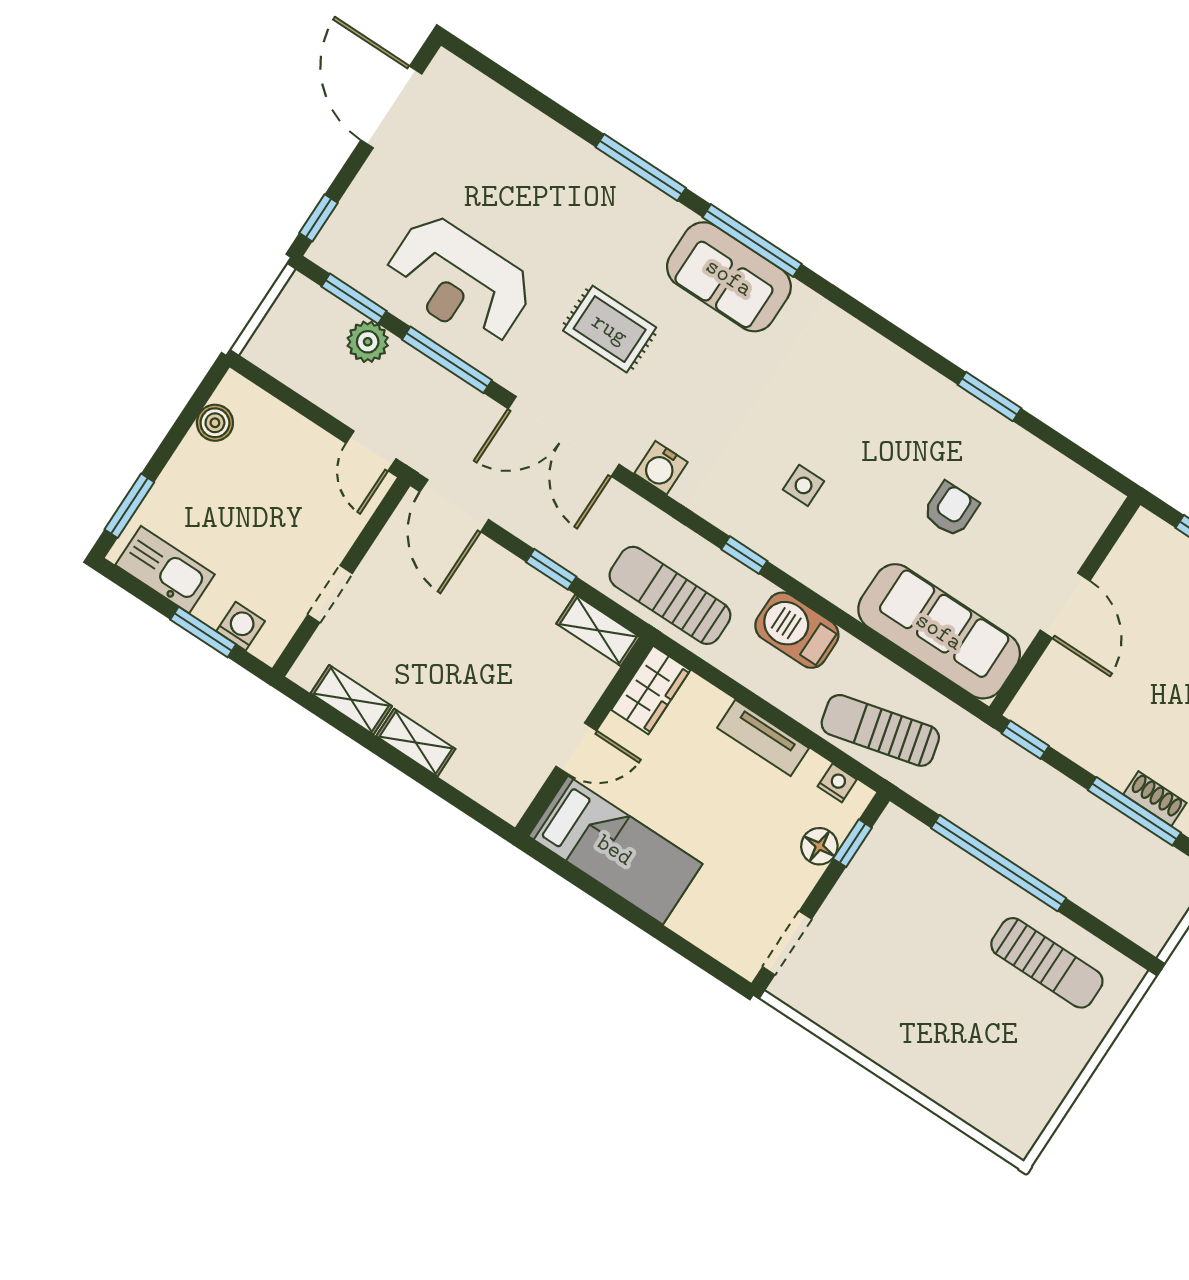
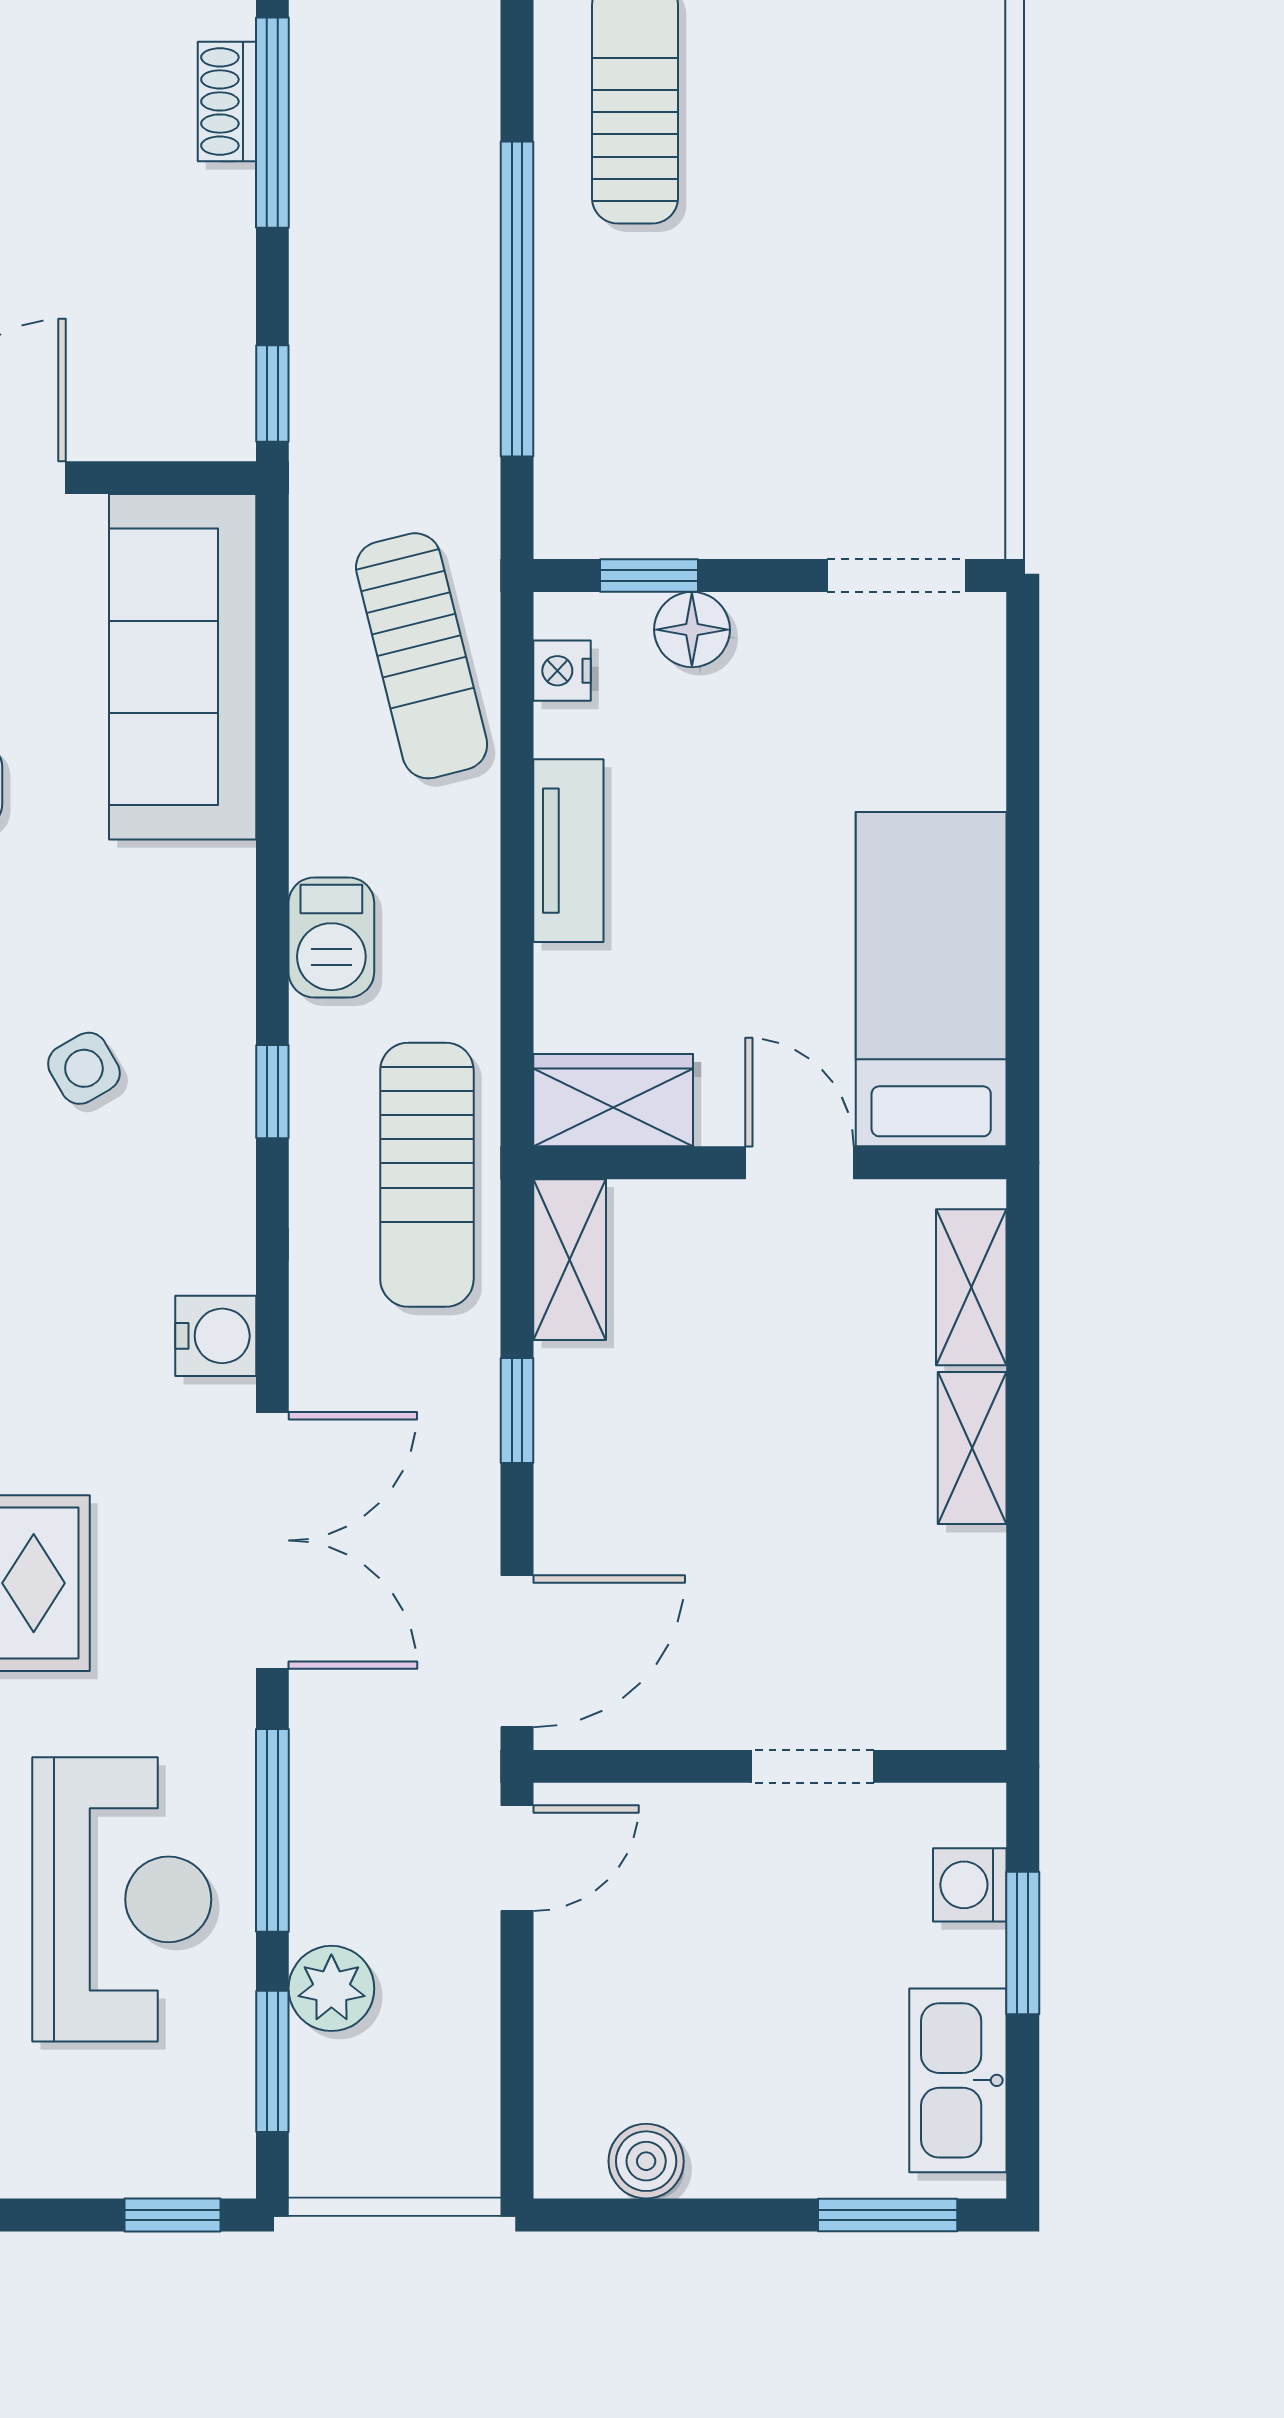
side table: (804, 485) -> (84, 1068), turned -30
barbecue: (797, 630) -> (331, 937), width x0.73, depth x0.79
shelving: (351, 700) -> (971, 1287), moved

